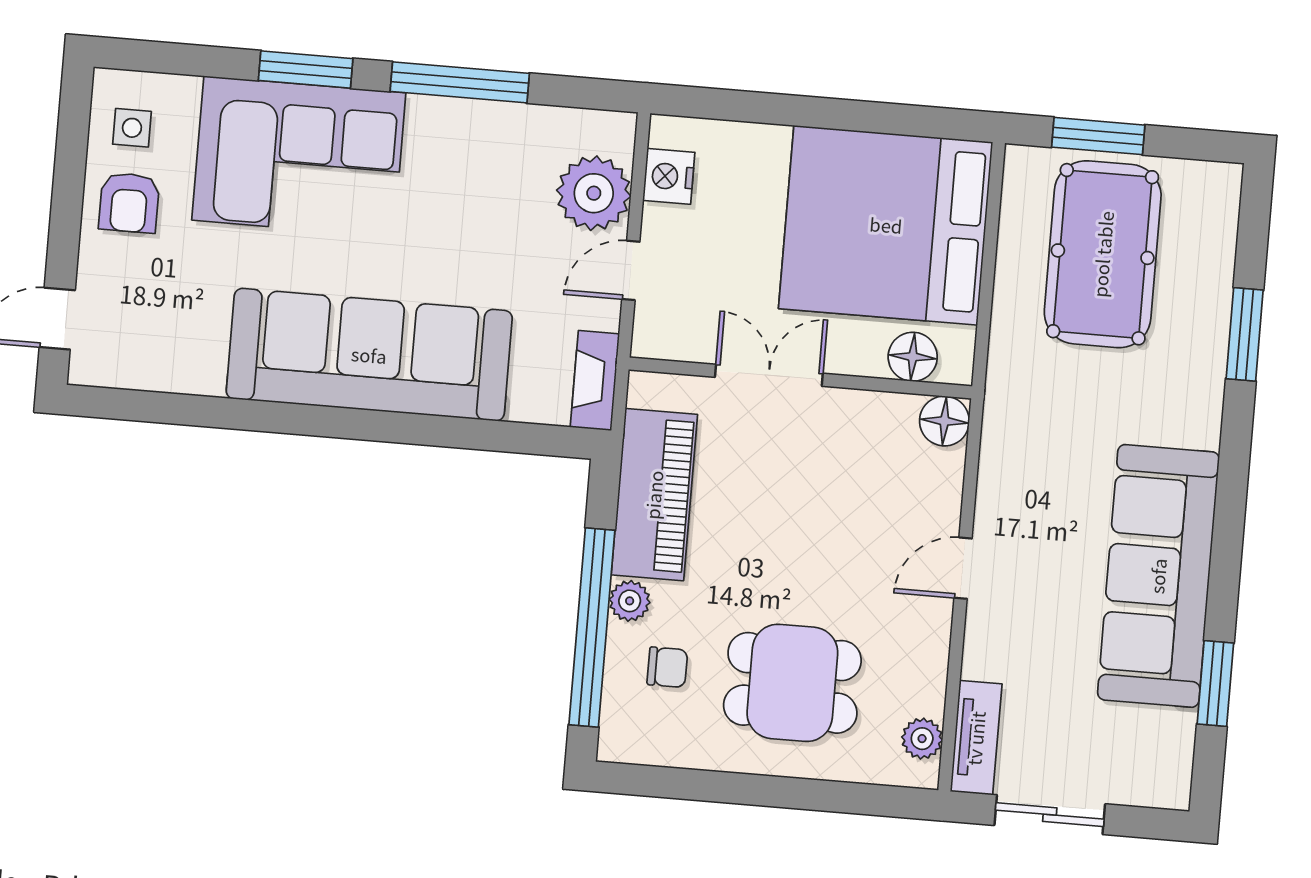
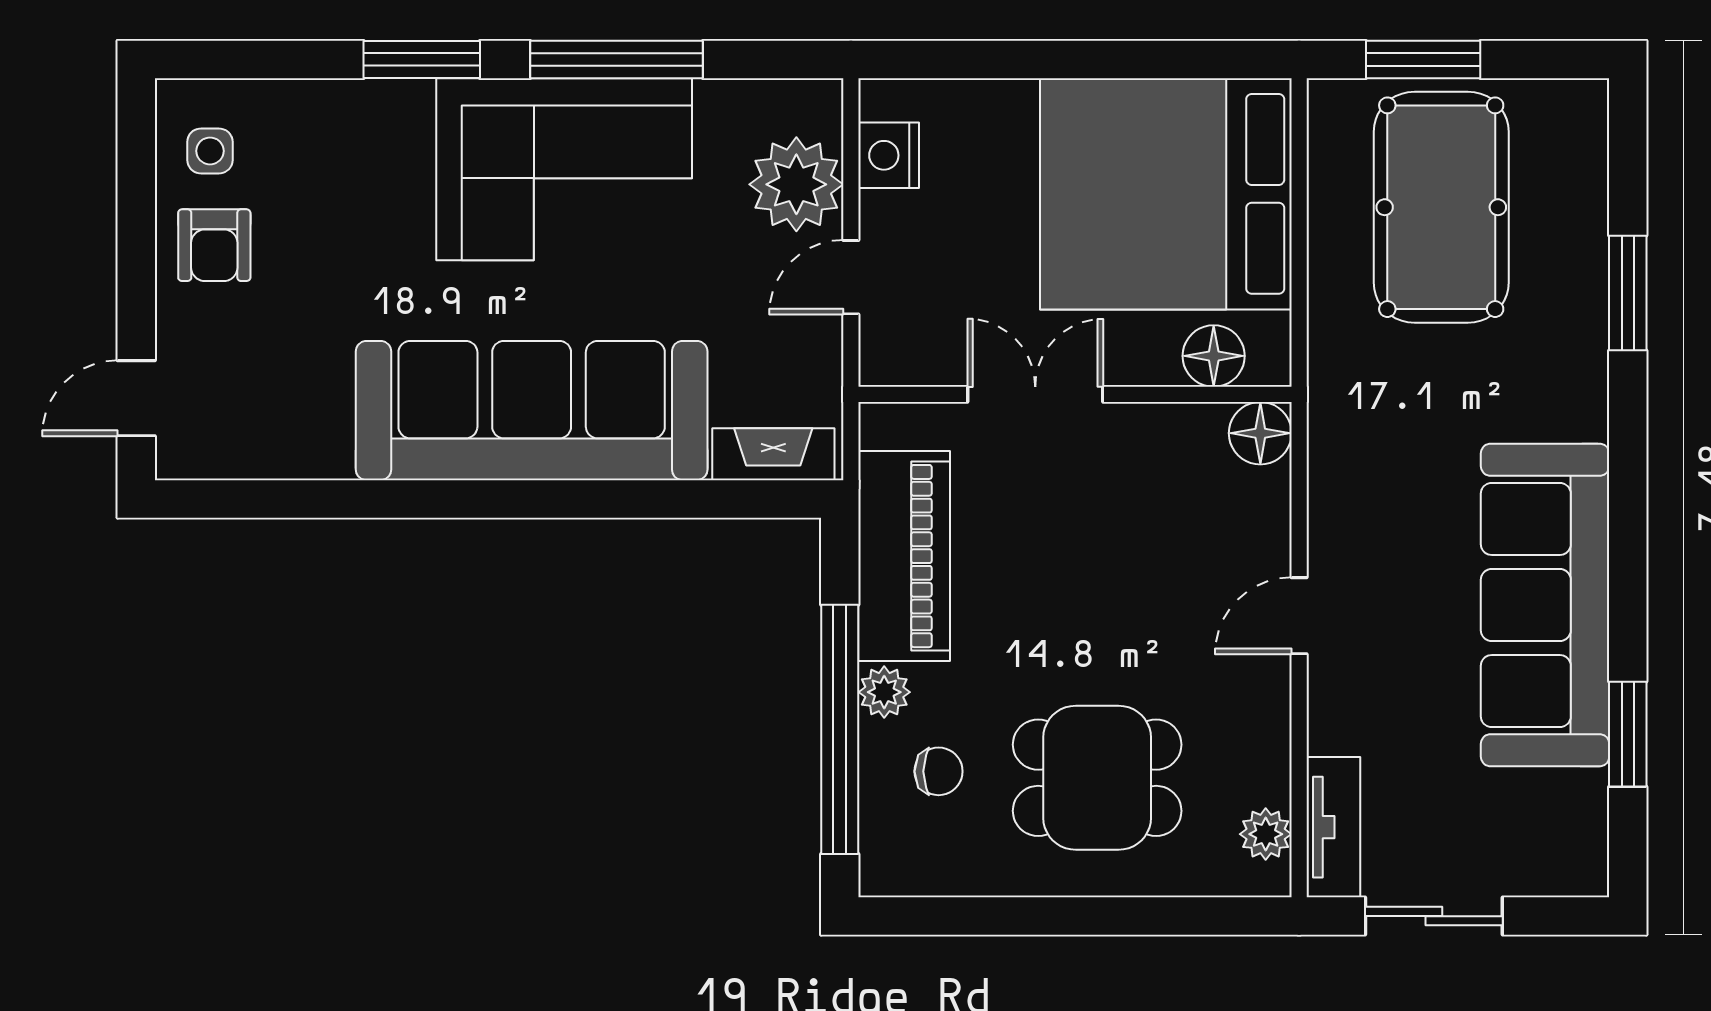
corner sofa: (299, 156) -> (564, 169), moved
fireplace: (595, 381) -> (773, 454), moved, turned 90

